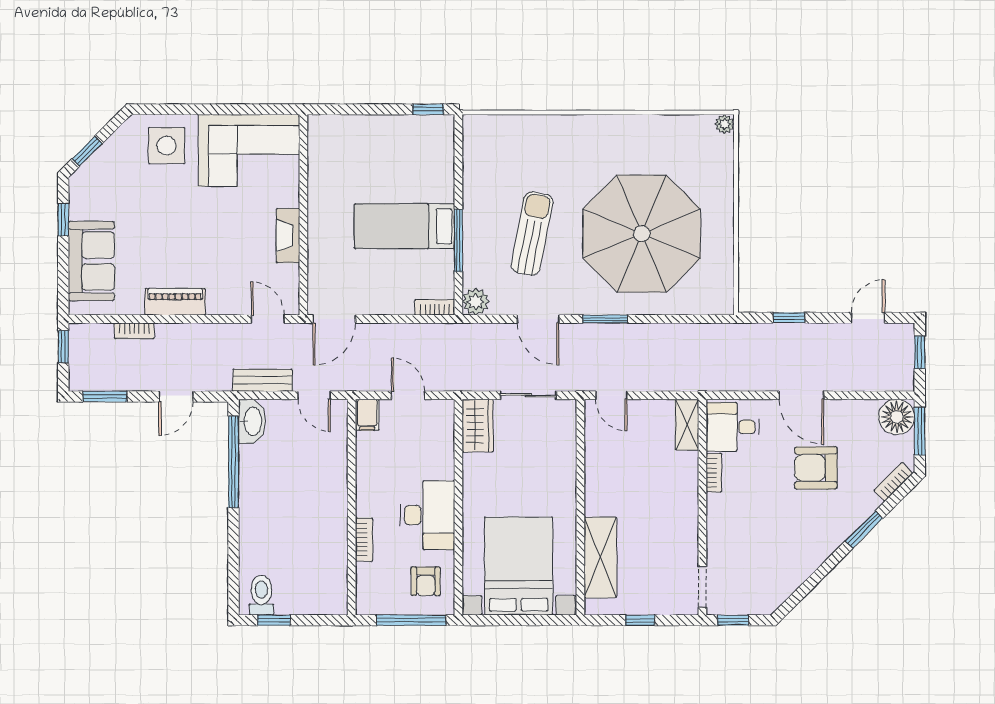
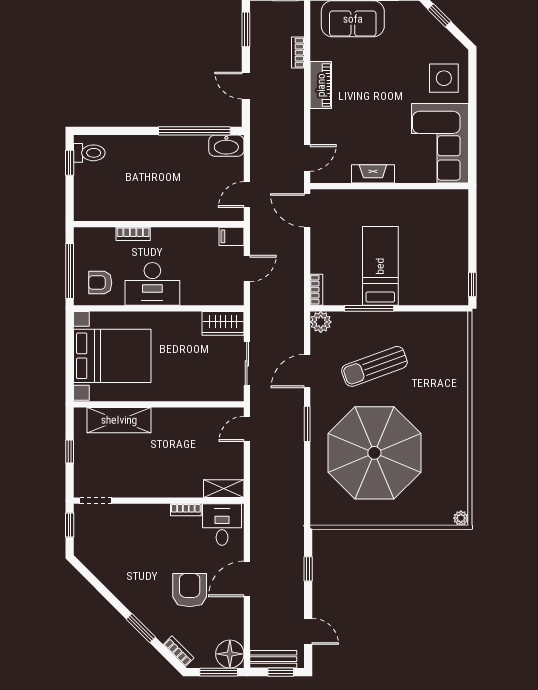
sun lounger: (532, 234) -> (374, 366), turned 149
bench: (262, 380) -> (273, 659), moved, turned 90

